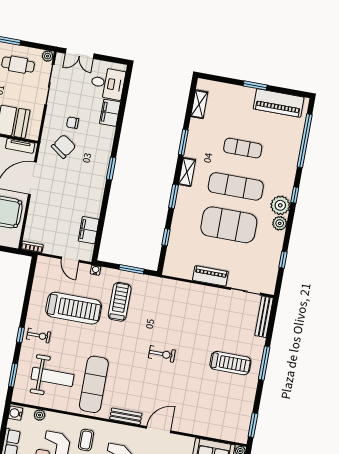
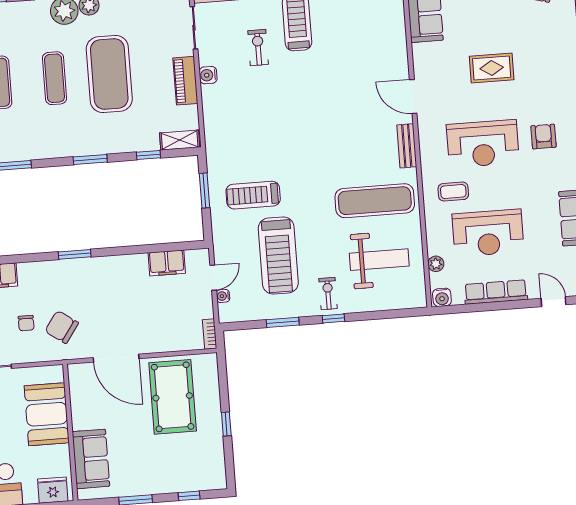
tv unit: (20, 146) -> (76, 386), removed
shelving: (187, 172) -> (180, 140), moved
exercise mat: (236, 186) -> (55, 78), width x0.73, depth x0.69
water cooler: (96, 270) -> (223, 296), moved
water cooler: (210, 293) -> (208, 75), added
treadmill: (74, 308) -> (278, 256), turned 180
exercise bike: (162, 354) -> (258, 47), moved
window: (13, 375) -> (283, 322), moved
weight bench: (53, 377) -> (379, 260), turned 90

